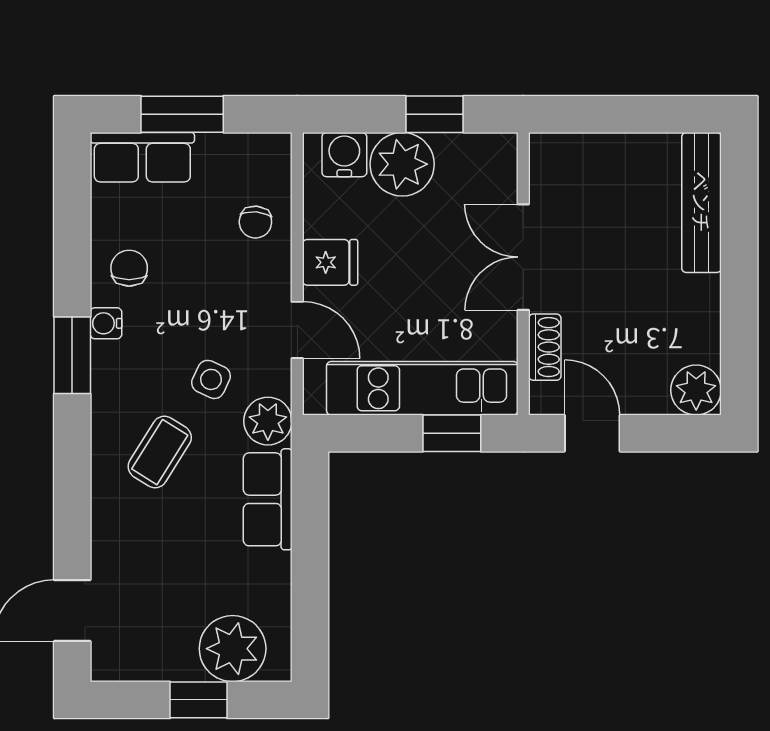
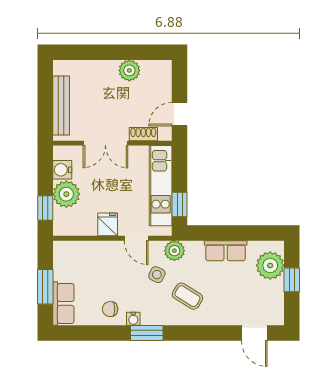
window: (434, 114) -> (45, 208), moved
water cooler: (344, 155) -> (62, 170), moved
bench: (702, 202) -> (61, 105), moved, turned 90
chair: (255, 222) -> (91, 256), removed
door: (297, 330) -> (136, 238), swing flipped
plant: (696, 390) -> (129, 70), moved
window: (452, 433) -> (180, 205), moved
row of seats: (268, 499) -> (226, 251), moved

